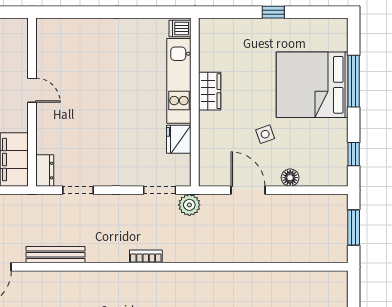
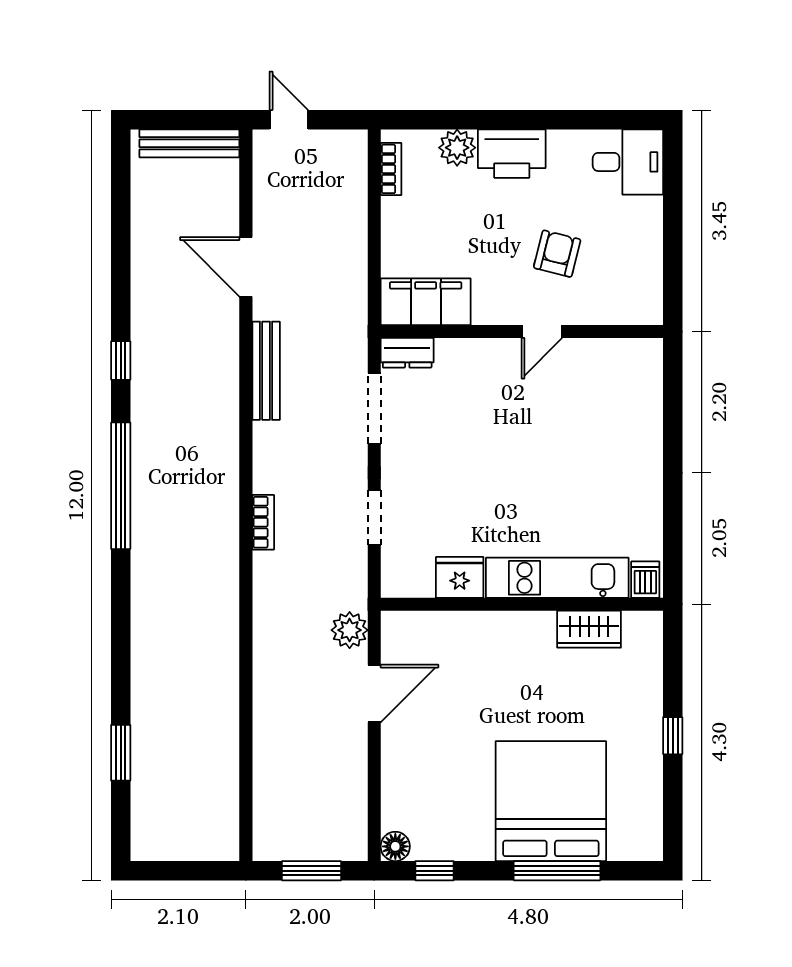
wardrobe: (210, 91) -> (589, 629), moved
side table: (265, 134) -> (468, 722), removed
floor lamp: (290, 178) -> (395, 846), moved
doorway: (78, 190) -> (374, 409), width x1.38
doorway: (160, 190) -> (374, 517), moved
plant: (189, 205) -> (350, 630), moved

